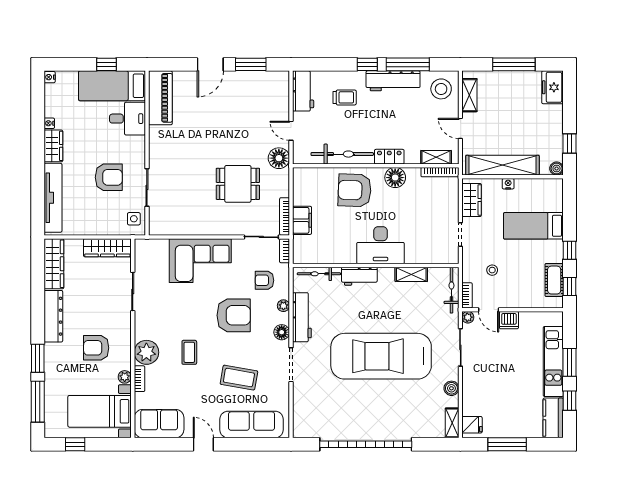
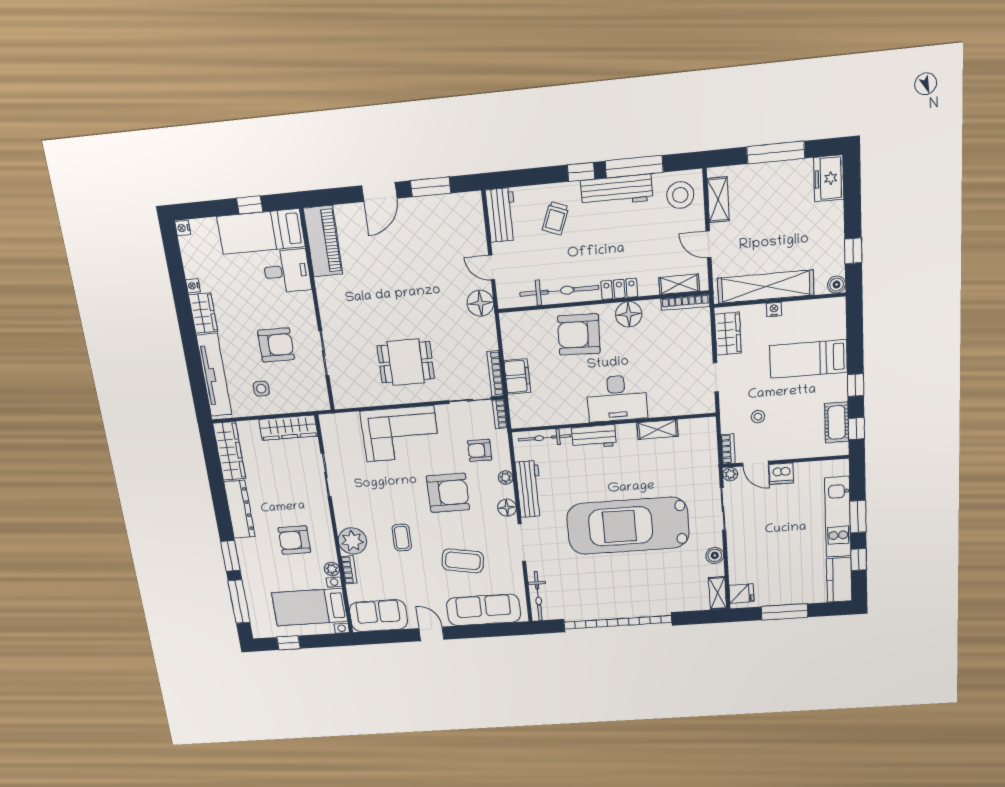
trolley: (345, 97) -> (556, 218), turned 111
dining table: (238, 184) -> (406, 362), moved
side table: (134, 219) -> (261, 389), moved
bicycle: (451, 290) -> (538, 596), moved, turned 180

